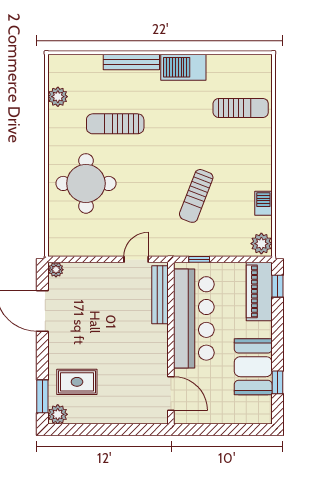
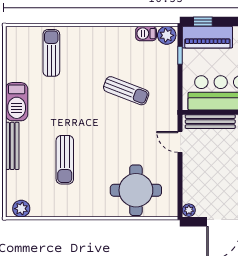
plant: (58, 97) -> (21, 209), moved
round table: (86, 183) -> (136, 190), moved
barbecue: (263, 203) -> (146, 34), moved
window: (199, 259) -> (180, 55), moved

